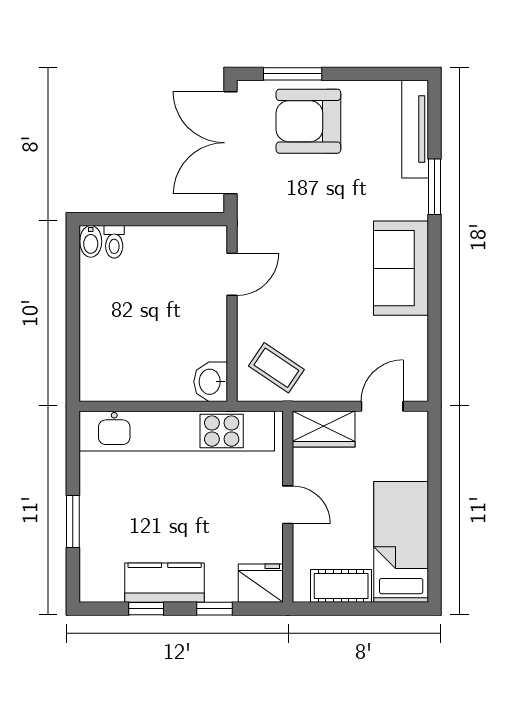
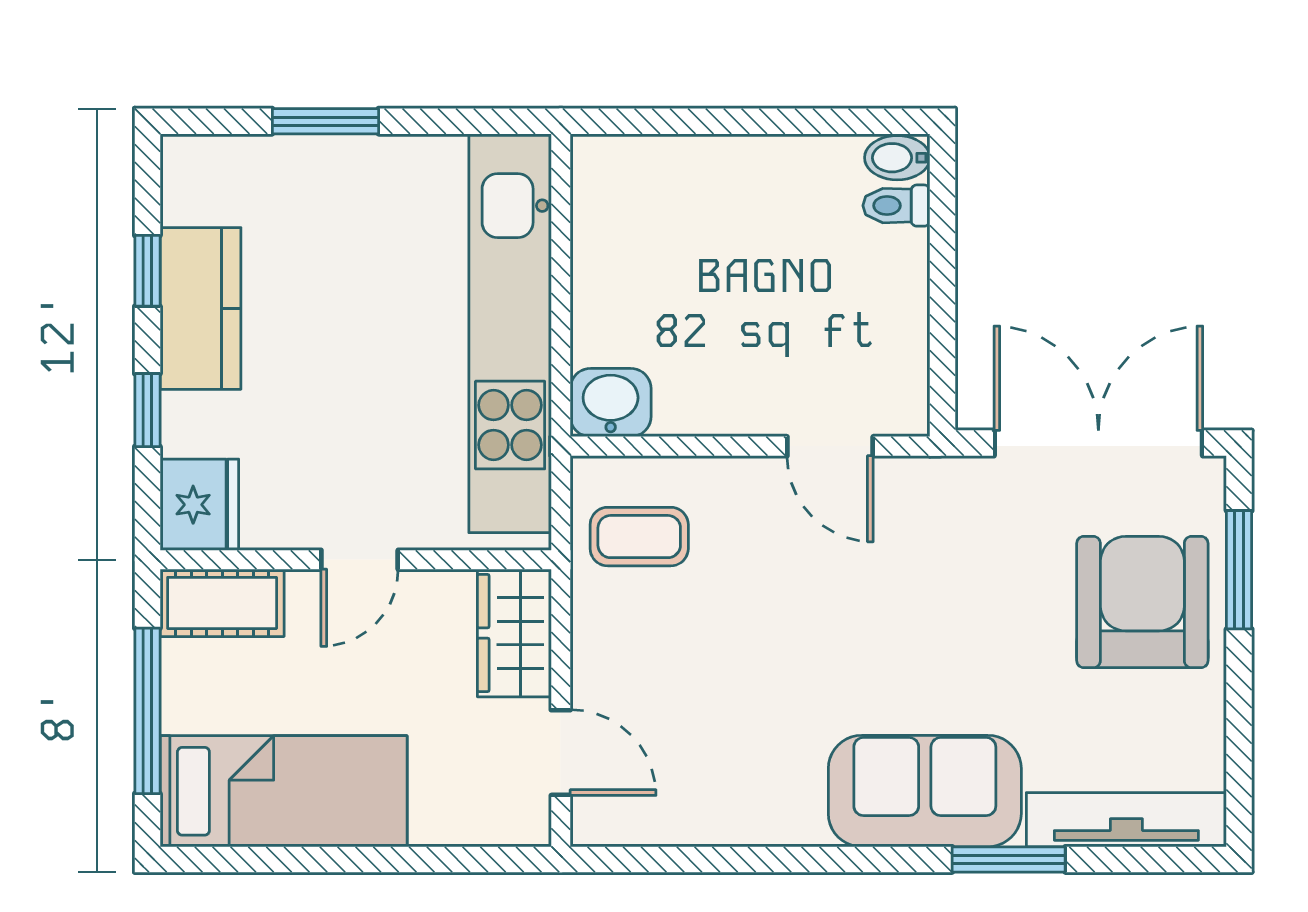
sofa: (401, 268) -> (925, 791), moved
coffee table: (276, 368) -> (639, 537), turned 56
cot: (341, 586) -> (222, 603), moved, turned 90
window: (362, 609) -> (147, 711), added

